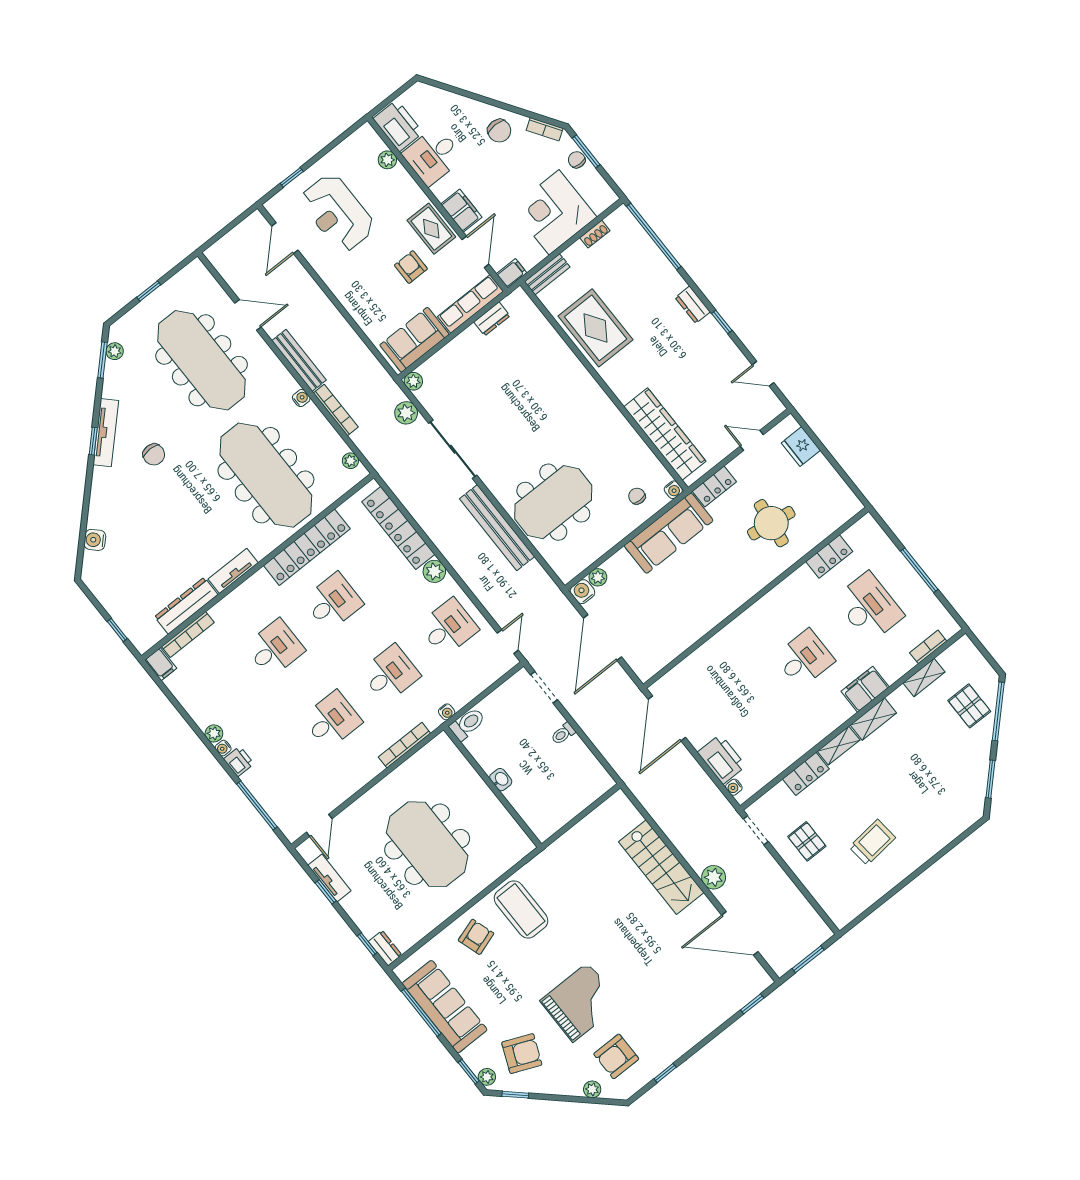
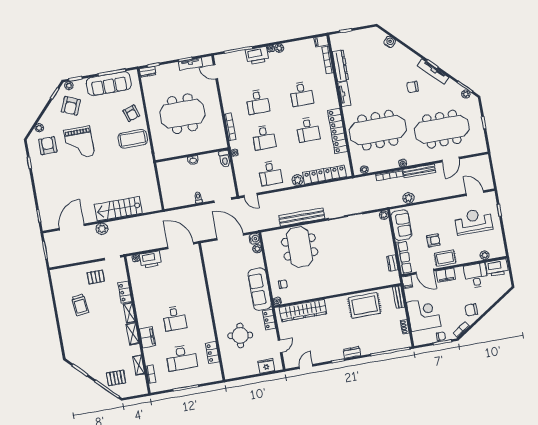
plant: (406, 413) -> (409, 198), moved
printer: (239, 761) -> (257, 56), width x1.87, depth x1.48

